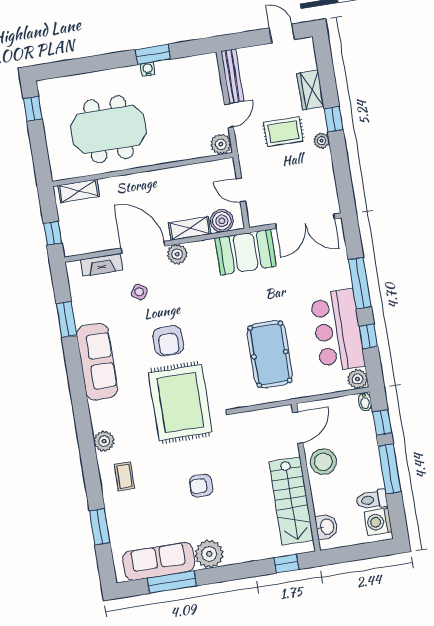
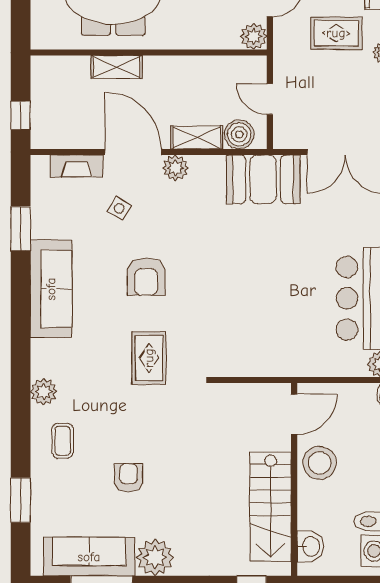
shelving: (79, 191) -> (116, 67), moved
pool table: (270, 354) -> (273, 315), removed
rug: (180, 402) -> (149, 358), width x0.54, depth x0.49
armchair: (201, 486) -> (129, 478), moved, turned 90

